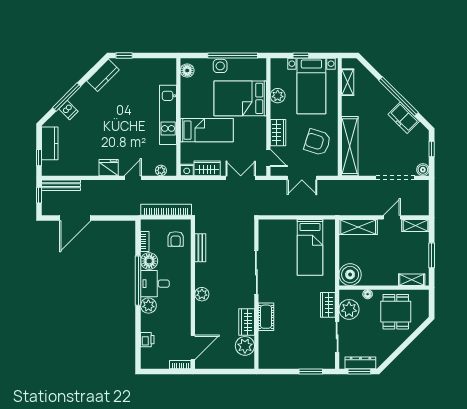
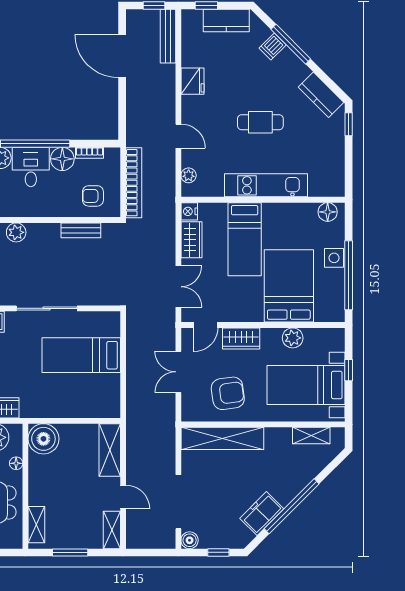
cafe table: (123, 119) -> (260, 122), added
armchair: (317, 142) -> (228, 393), turned 64
fridge: (109, 168) -> (192, 81), moved
bed: (310, 247) -> (81, 355), moved

